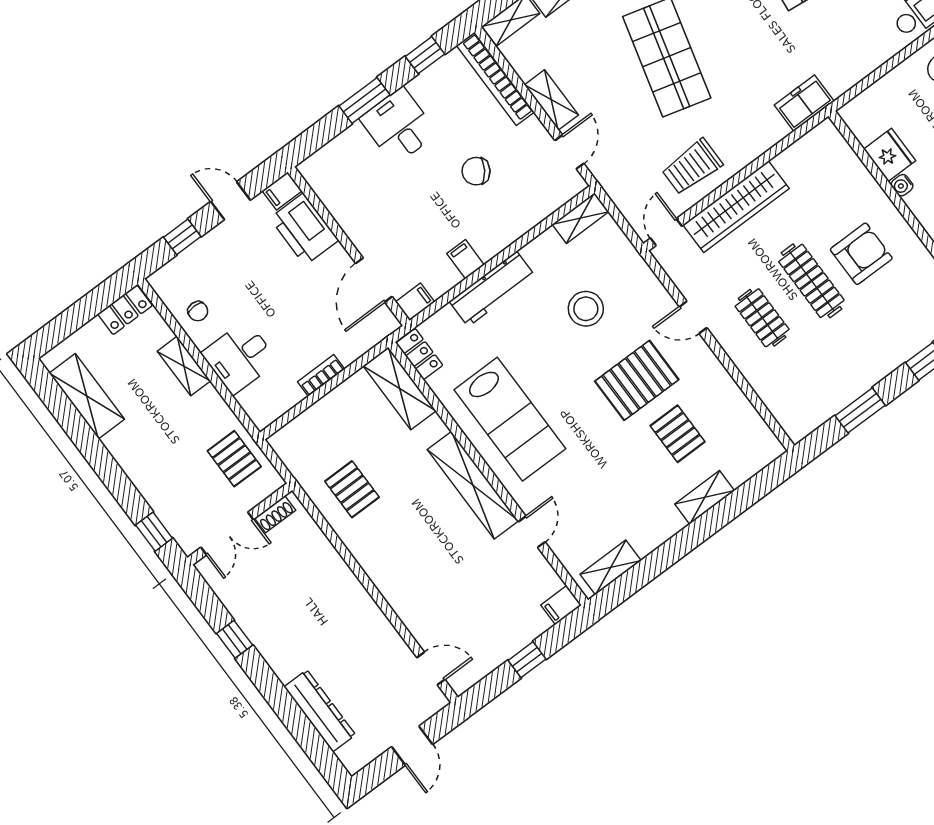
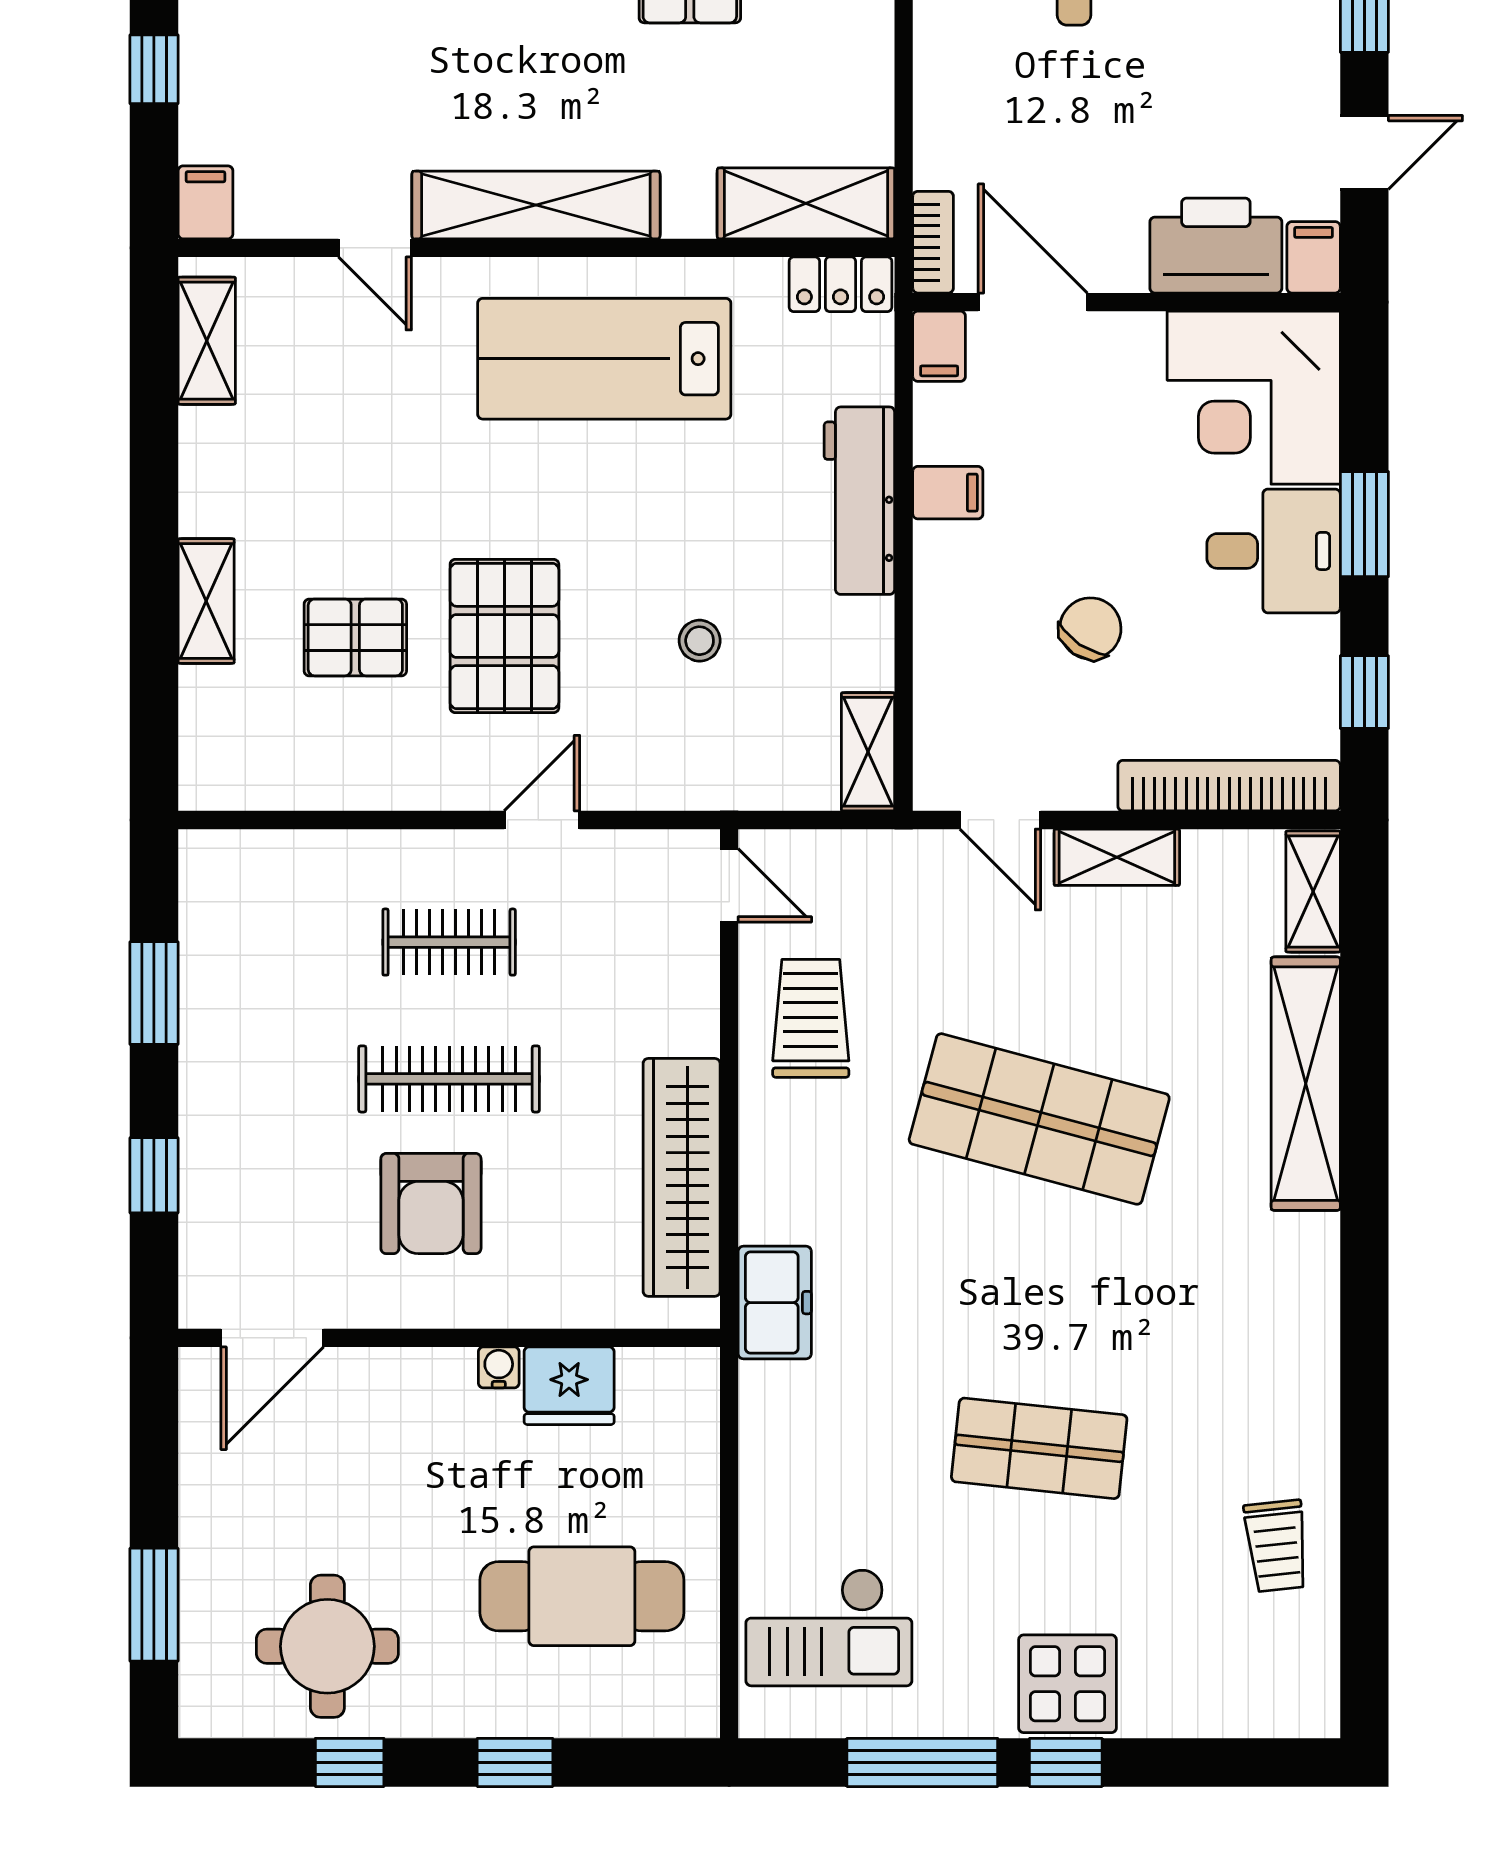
corner desk: (349, 175) -> (1254, 398), added
wardrobe: (736, 207) -> (682, 1177), moved
stool: (586, 309) -> (700, 641), width x0.53, depth x0.53
bookcase: (321, 375) -> (933, 242), moved

